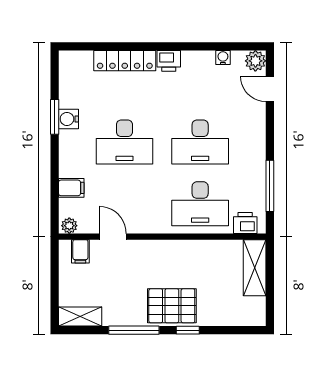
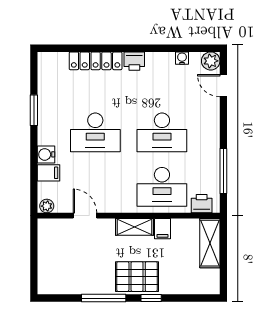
water cooler: (68, 119) -> (46, 154), moved
filing cabinet: (80, 251) -> (162, 229), moved
shelving: (80, 316) -> (134, 227), moved

